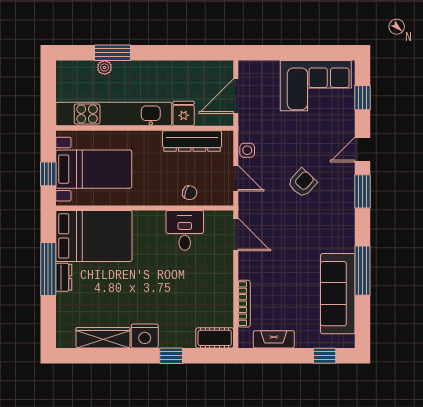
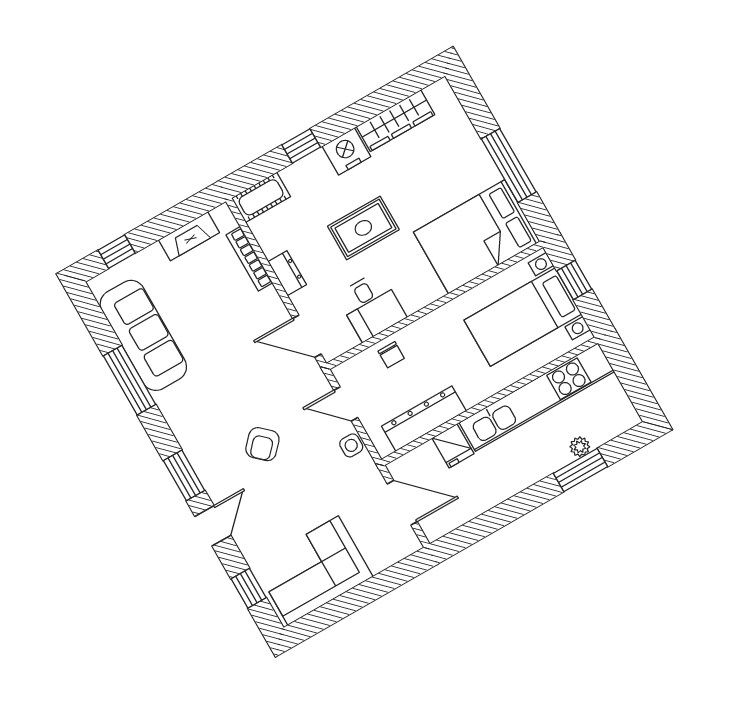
door: (236, 96) -> (402, 503), hinge flipped
chair: (190, 193) -> (391, 355), turned -109
dresser: (64, 277) -> (287, 273), moved, turned 180
rug: (162, 282) -> (363, 228), added

